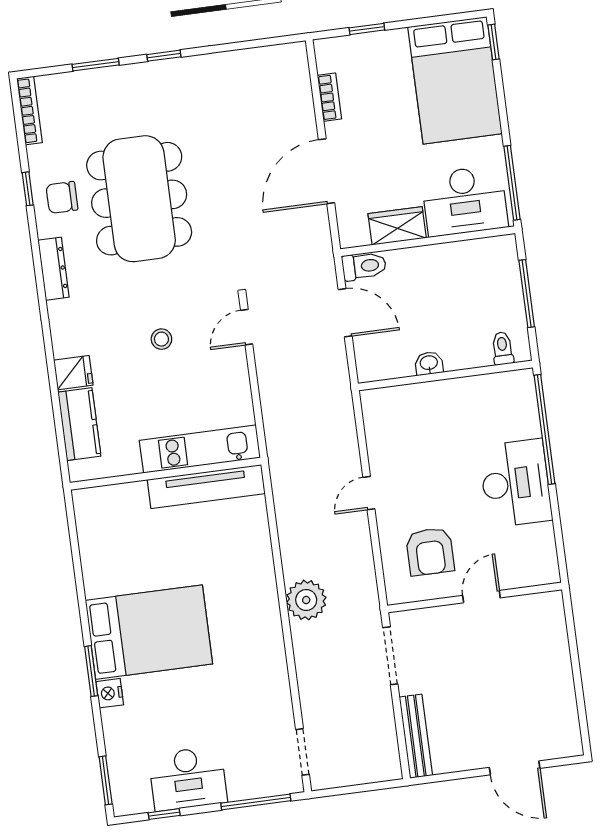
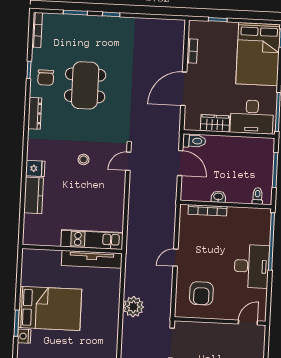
chair: (62, 197) -> (46, 78), turned -90
dining table: (139, 199) -> (85, 85), width x0.73, depth x0.80
bookcase: (413, 393) -> (207, 210), added
kitchen unit: (200, 449) -> (92, 240), moved
wall: (166, 474) -> (72, 249), moved
tv unit: (206, 487) -> (92, 259), moved
door: (481, 597) -> (248, 322), moved

